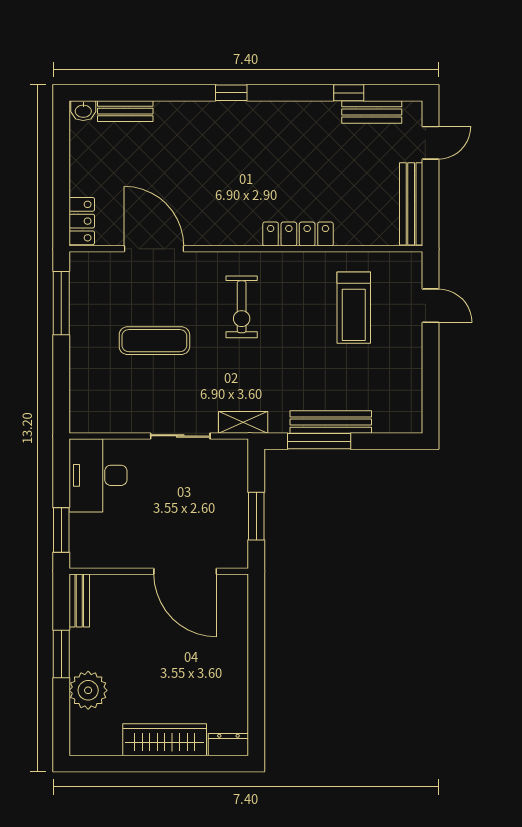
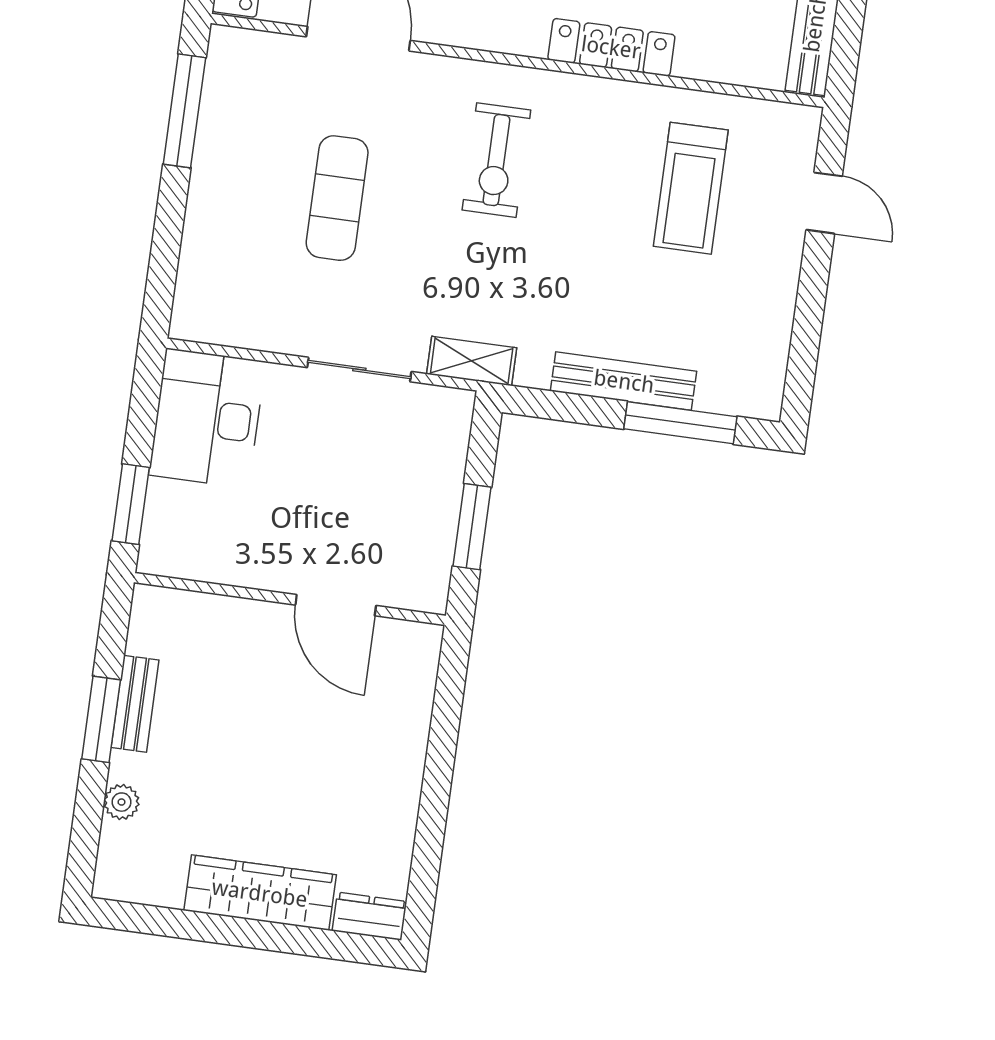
exercise mat: (154, 341) -> (337, 198), turned 90
window: (319, 441) -> (680, 423), moved
door: (185, 571) -> (336, 605), width x0.73
bench: (79, 600) -> (135, 704), moved
plant: (88, 690) -> (122, 802), width x0.53, depth x0.53

